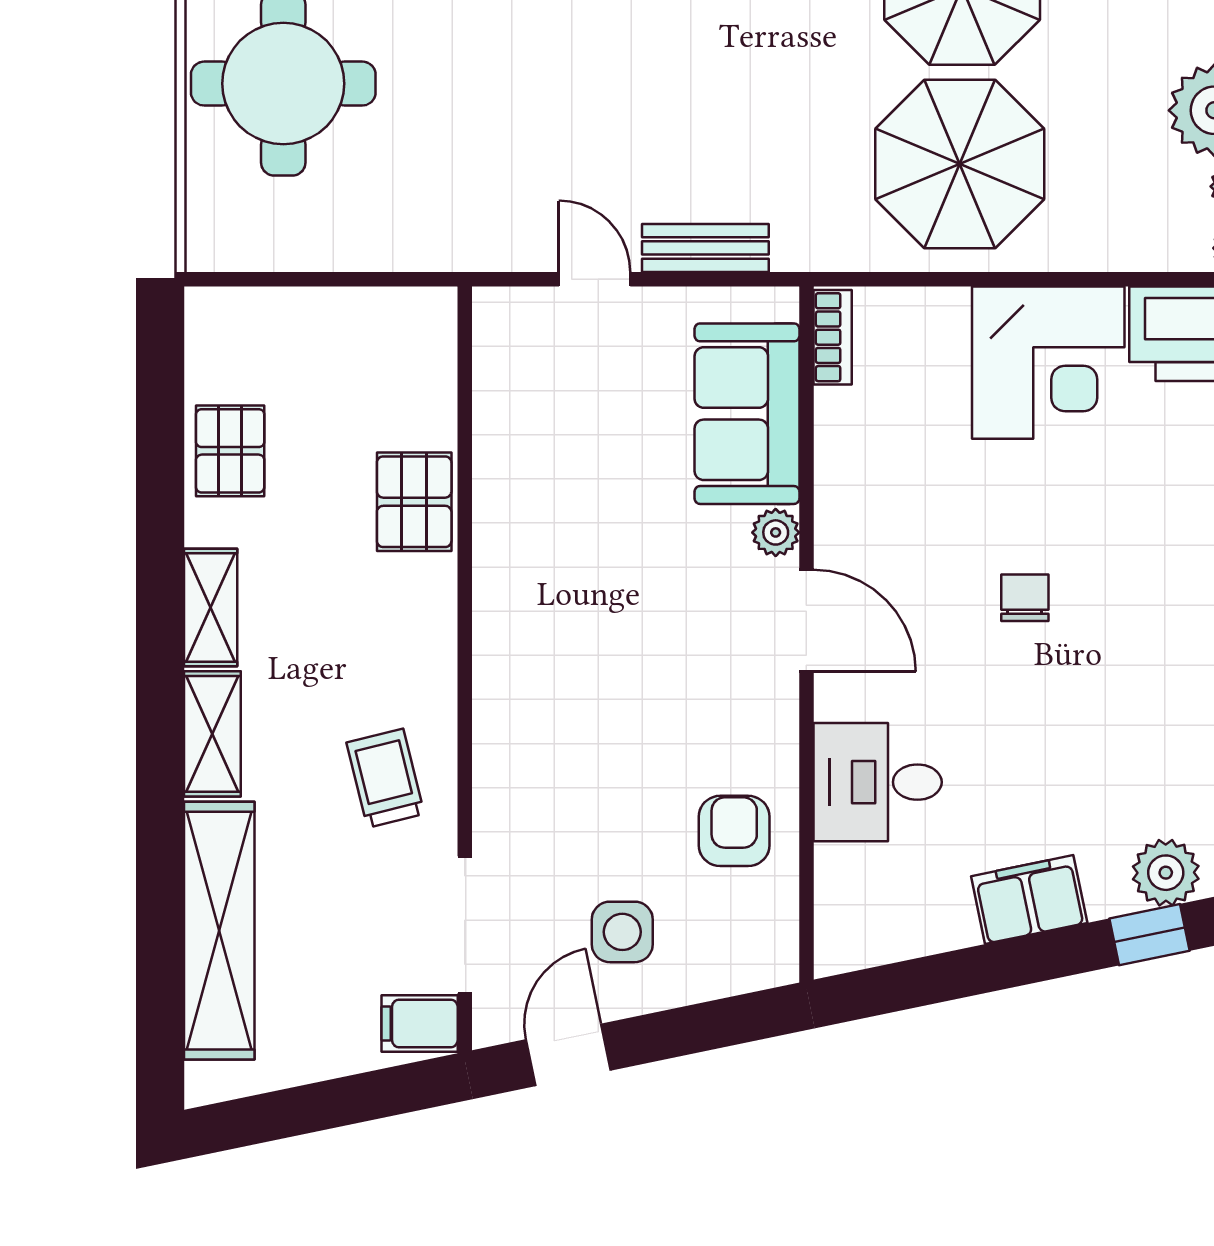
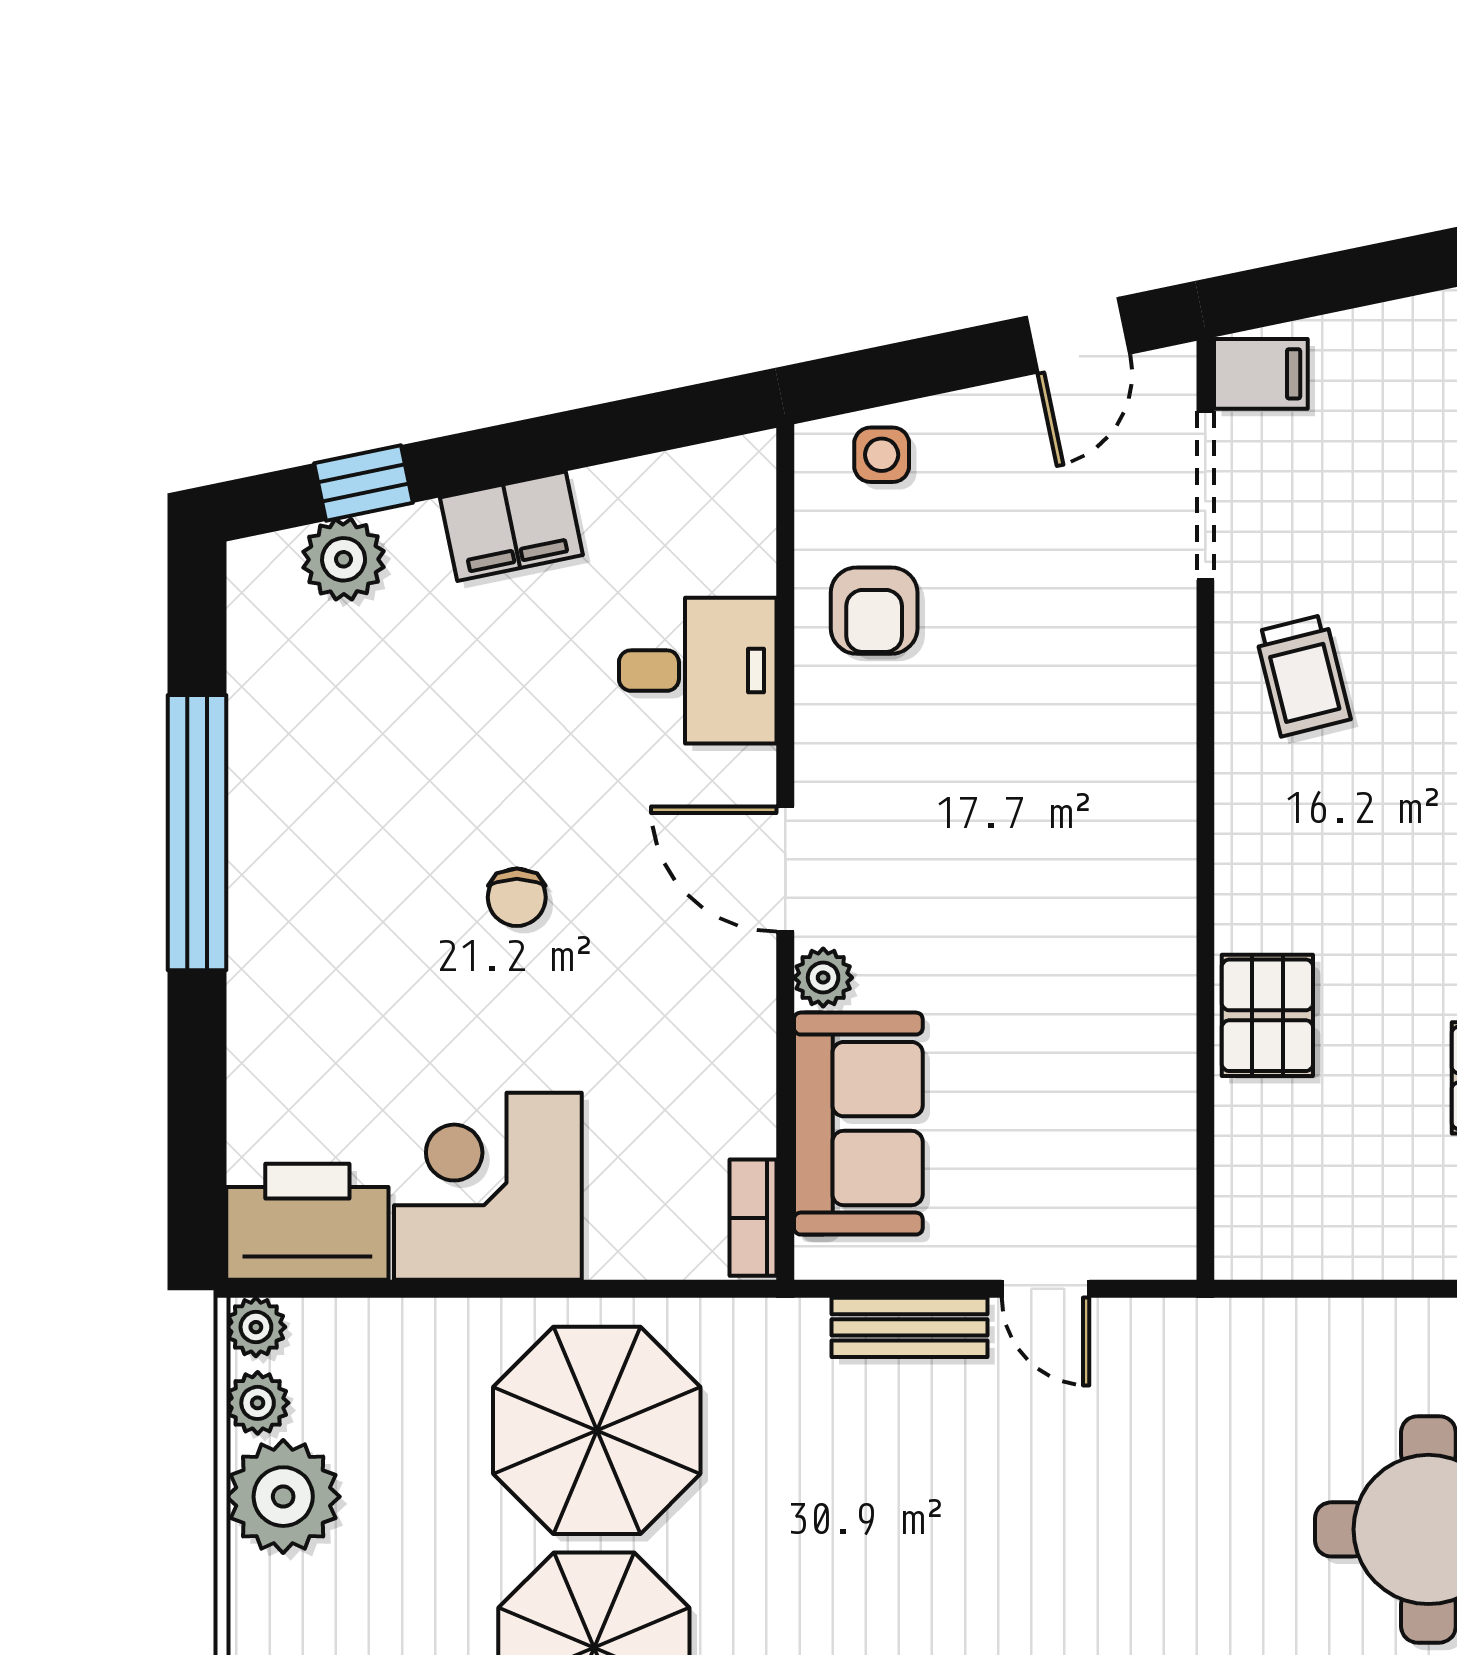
side table: (622, 932) -> (882, 455), moved, width x0.73, depth x0.73

